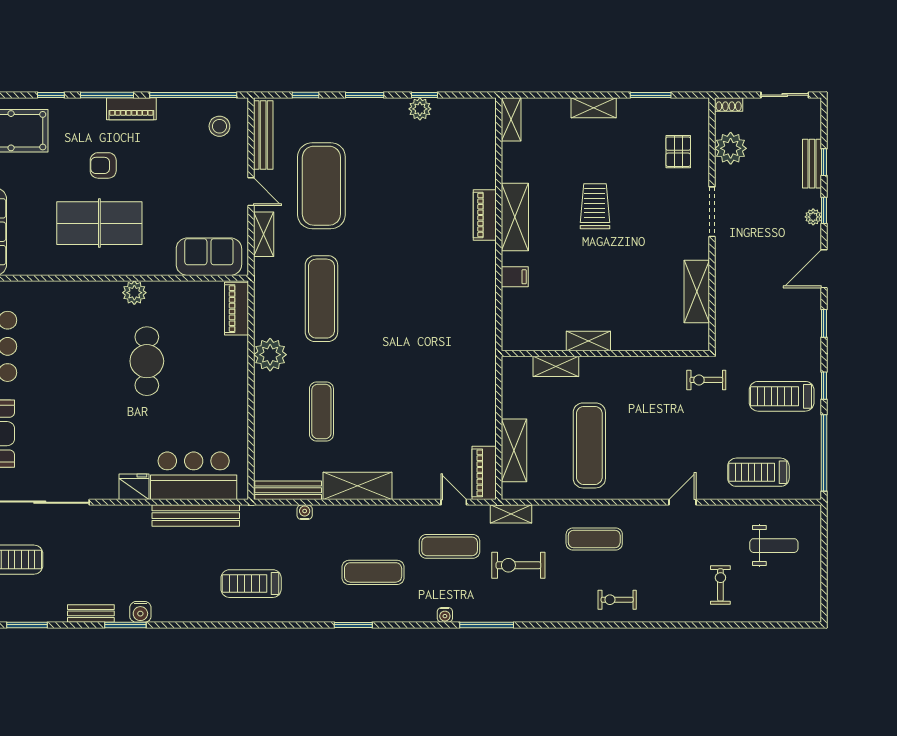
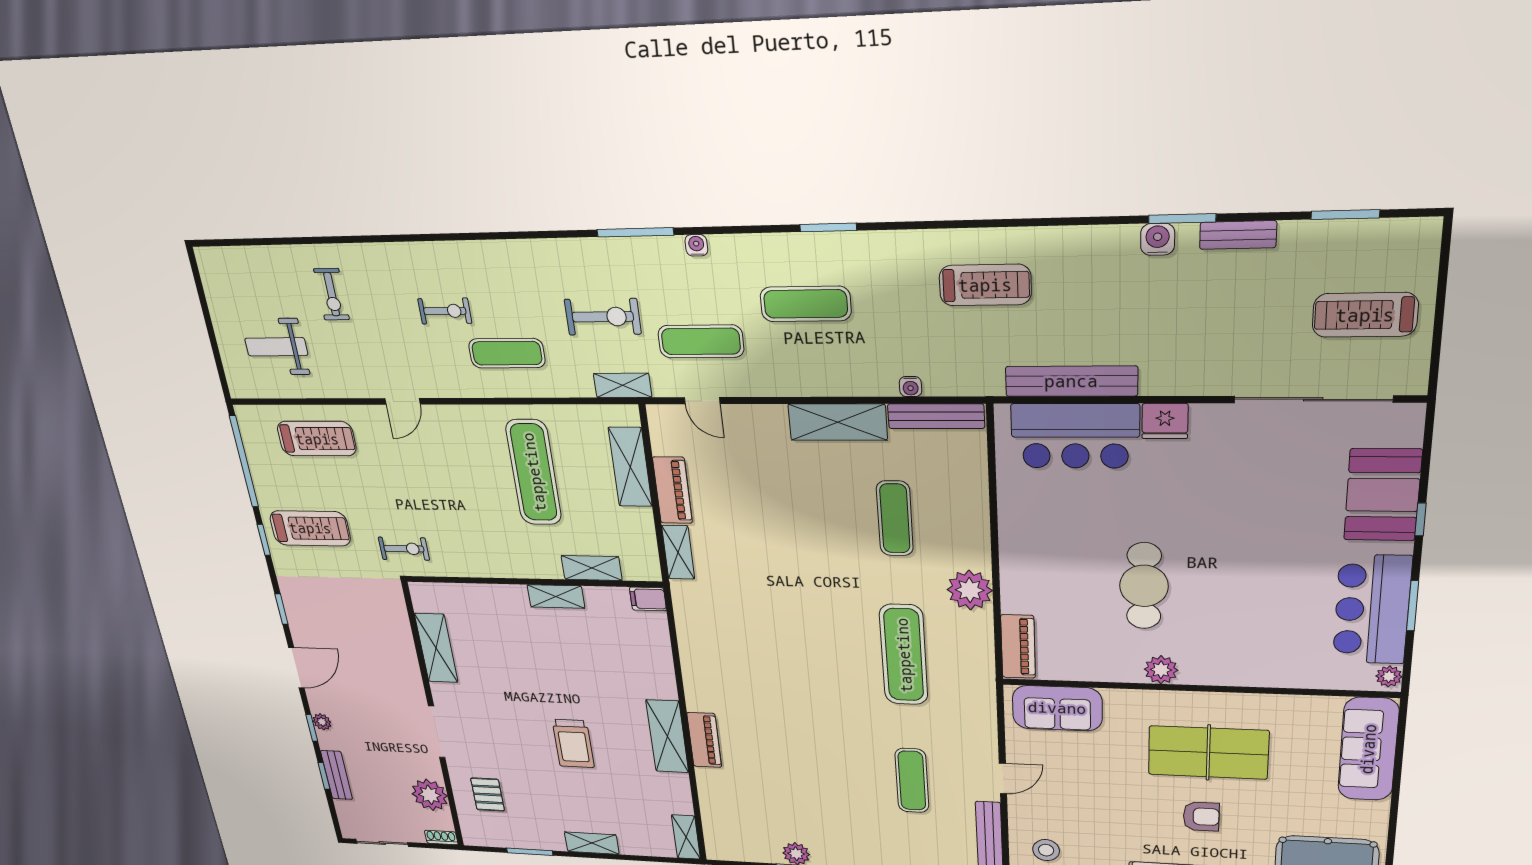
exercise mat: (321, 186) -> (912, 781), width x0.50, depth x0.69
door: (251, 192) -> (1003, 778), swing flipped
shelving: (264, 234) -> (678, 552), moved
filing cabinet: (515, 277) -> (648, 599), moved
piano: (484, 473) -> (672, 490), moved
exercise bike: (617, 600) -> (445, 311), moved

